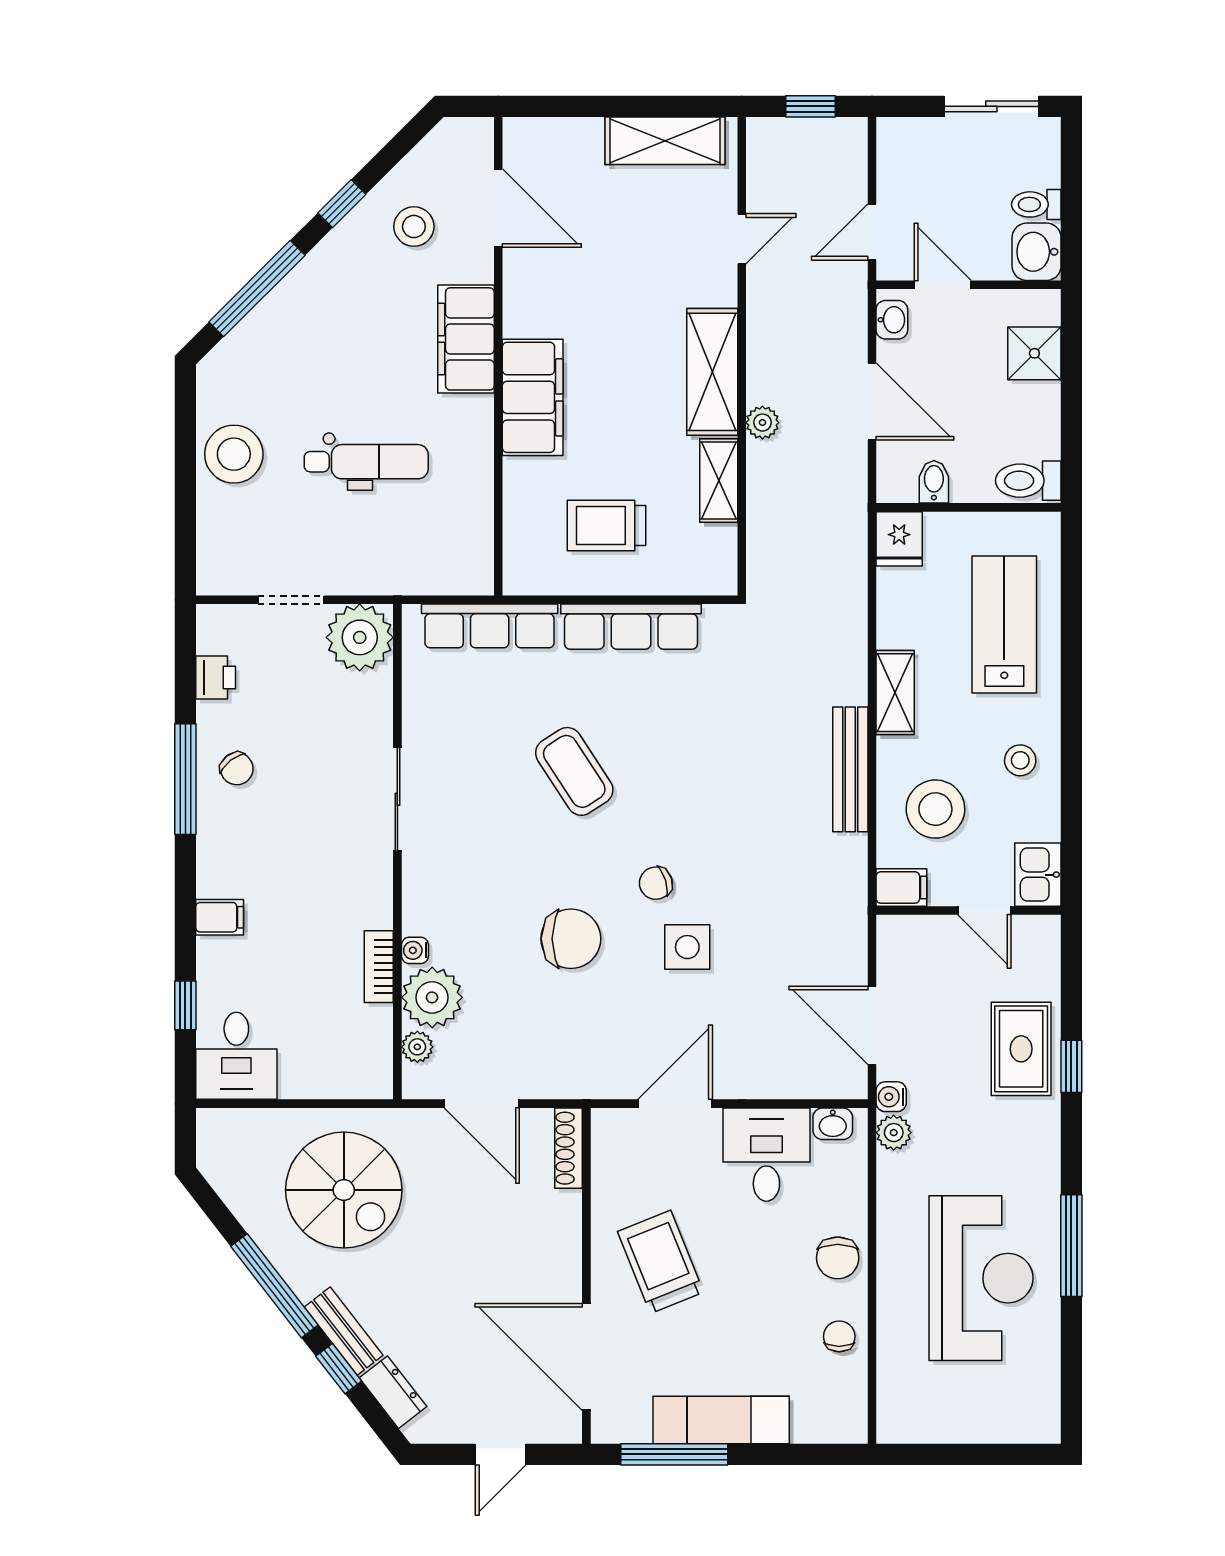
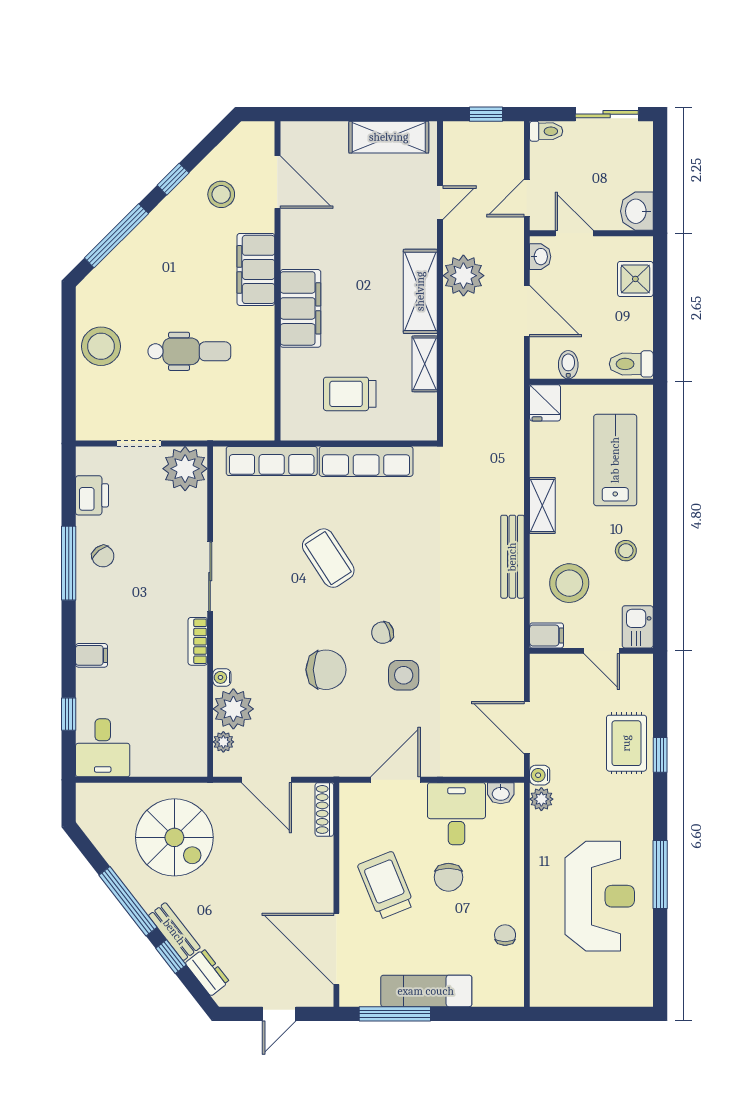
toilet: (1036, 204) -> (546, 131), moved, turned 180
plant: (762, 423) -> (463, 276), moved, width x1.87, depth x1.87
printer: (216, 678) -> (92, 495), width x1.36, depth x1.24
bookcase: (379, 967) -> (198, 641), moved
chair: (838, 1258) -> (448, 877), moved

